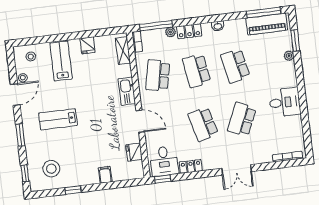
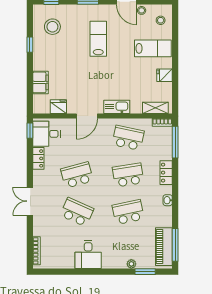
plant: (170, 32) -> (167, 155), removed
filing cabinet: (105, 175) -> (40, 82), width x2.00

